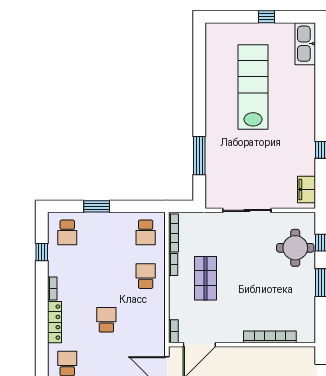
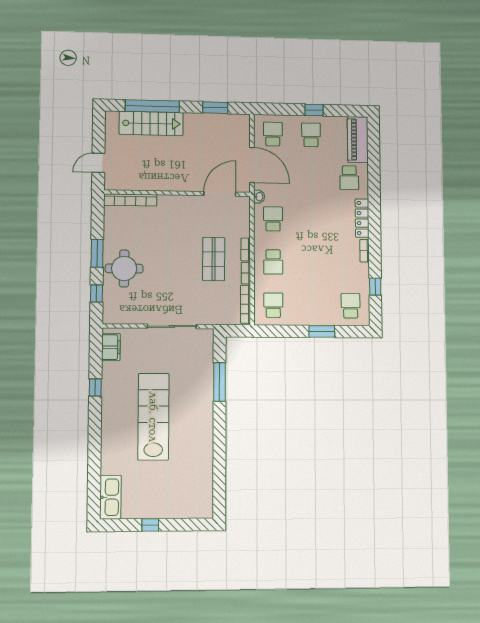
lab bench: (253, 87) -> (153, 417), moved, turned 180
round table: (295, 248) -> (124, 268), moved
school desk: (106, 320) -> (273, 219), moved, turned 180
bookcase: (173, 331) -> (246, 249), moved
bookcase: (270, 337) -> (130, 200), moved
washbasin: (160, 342) -> (259, 197), added

